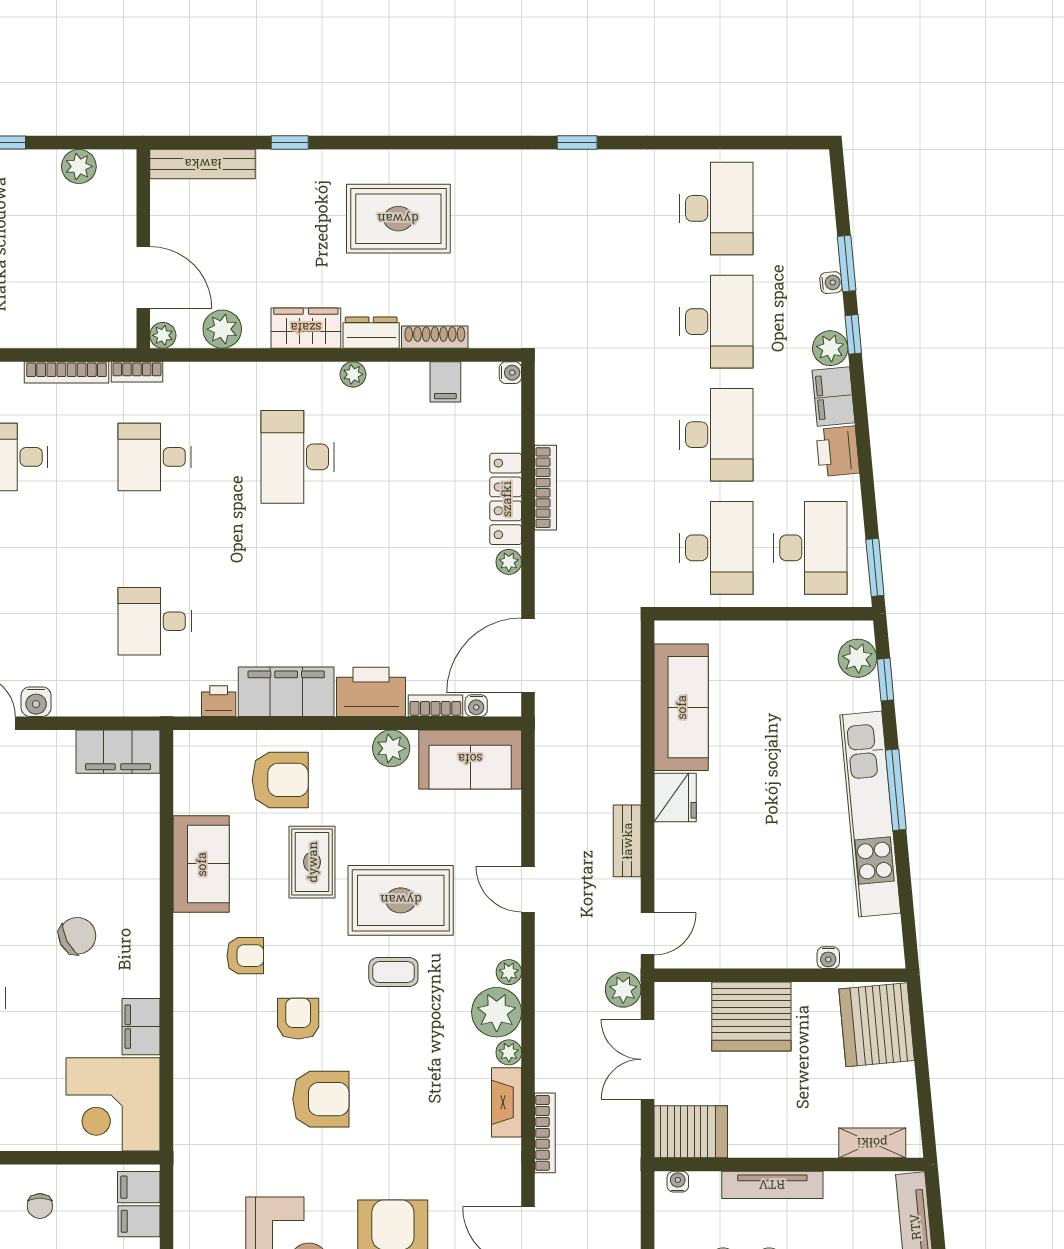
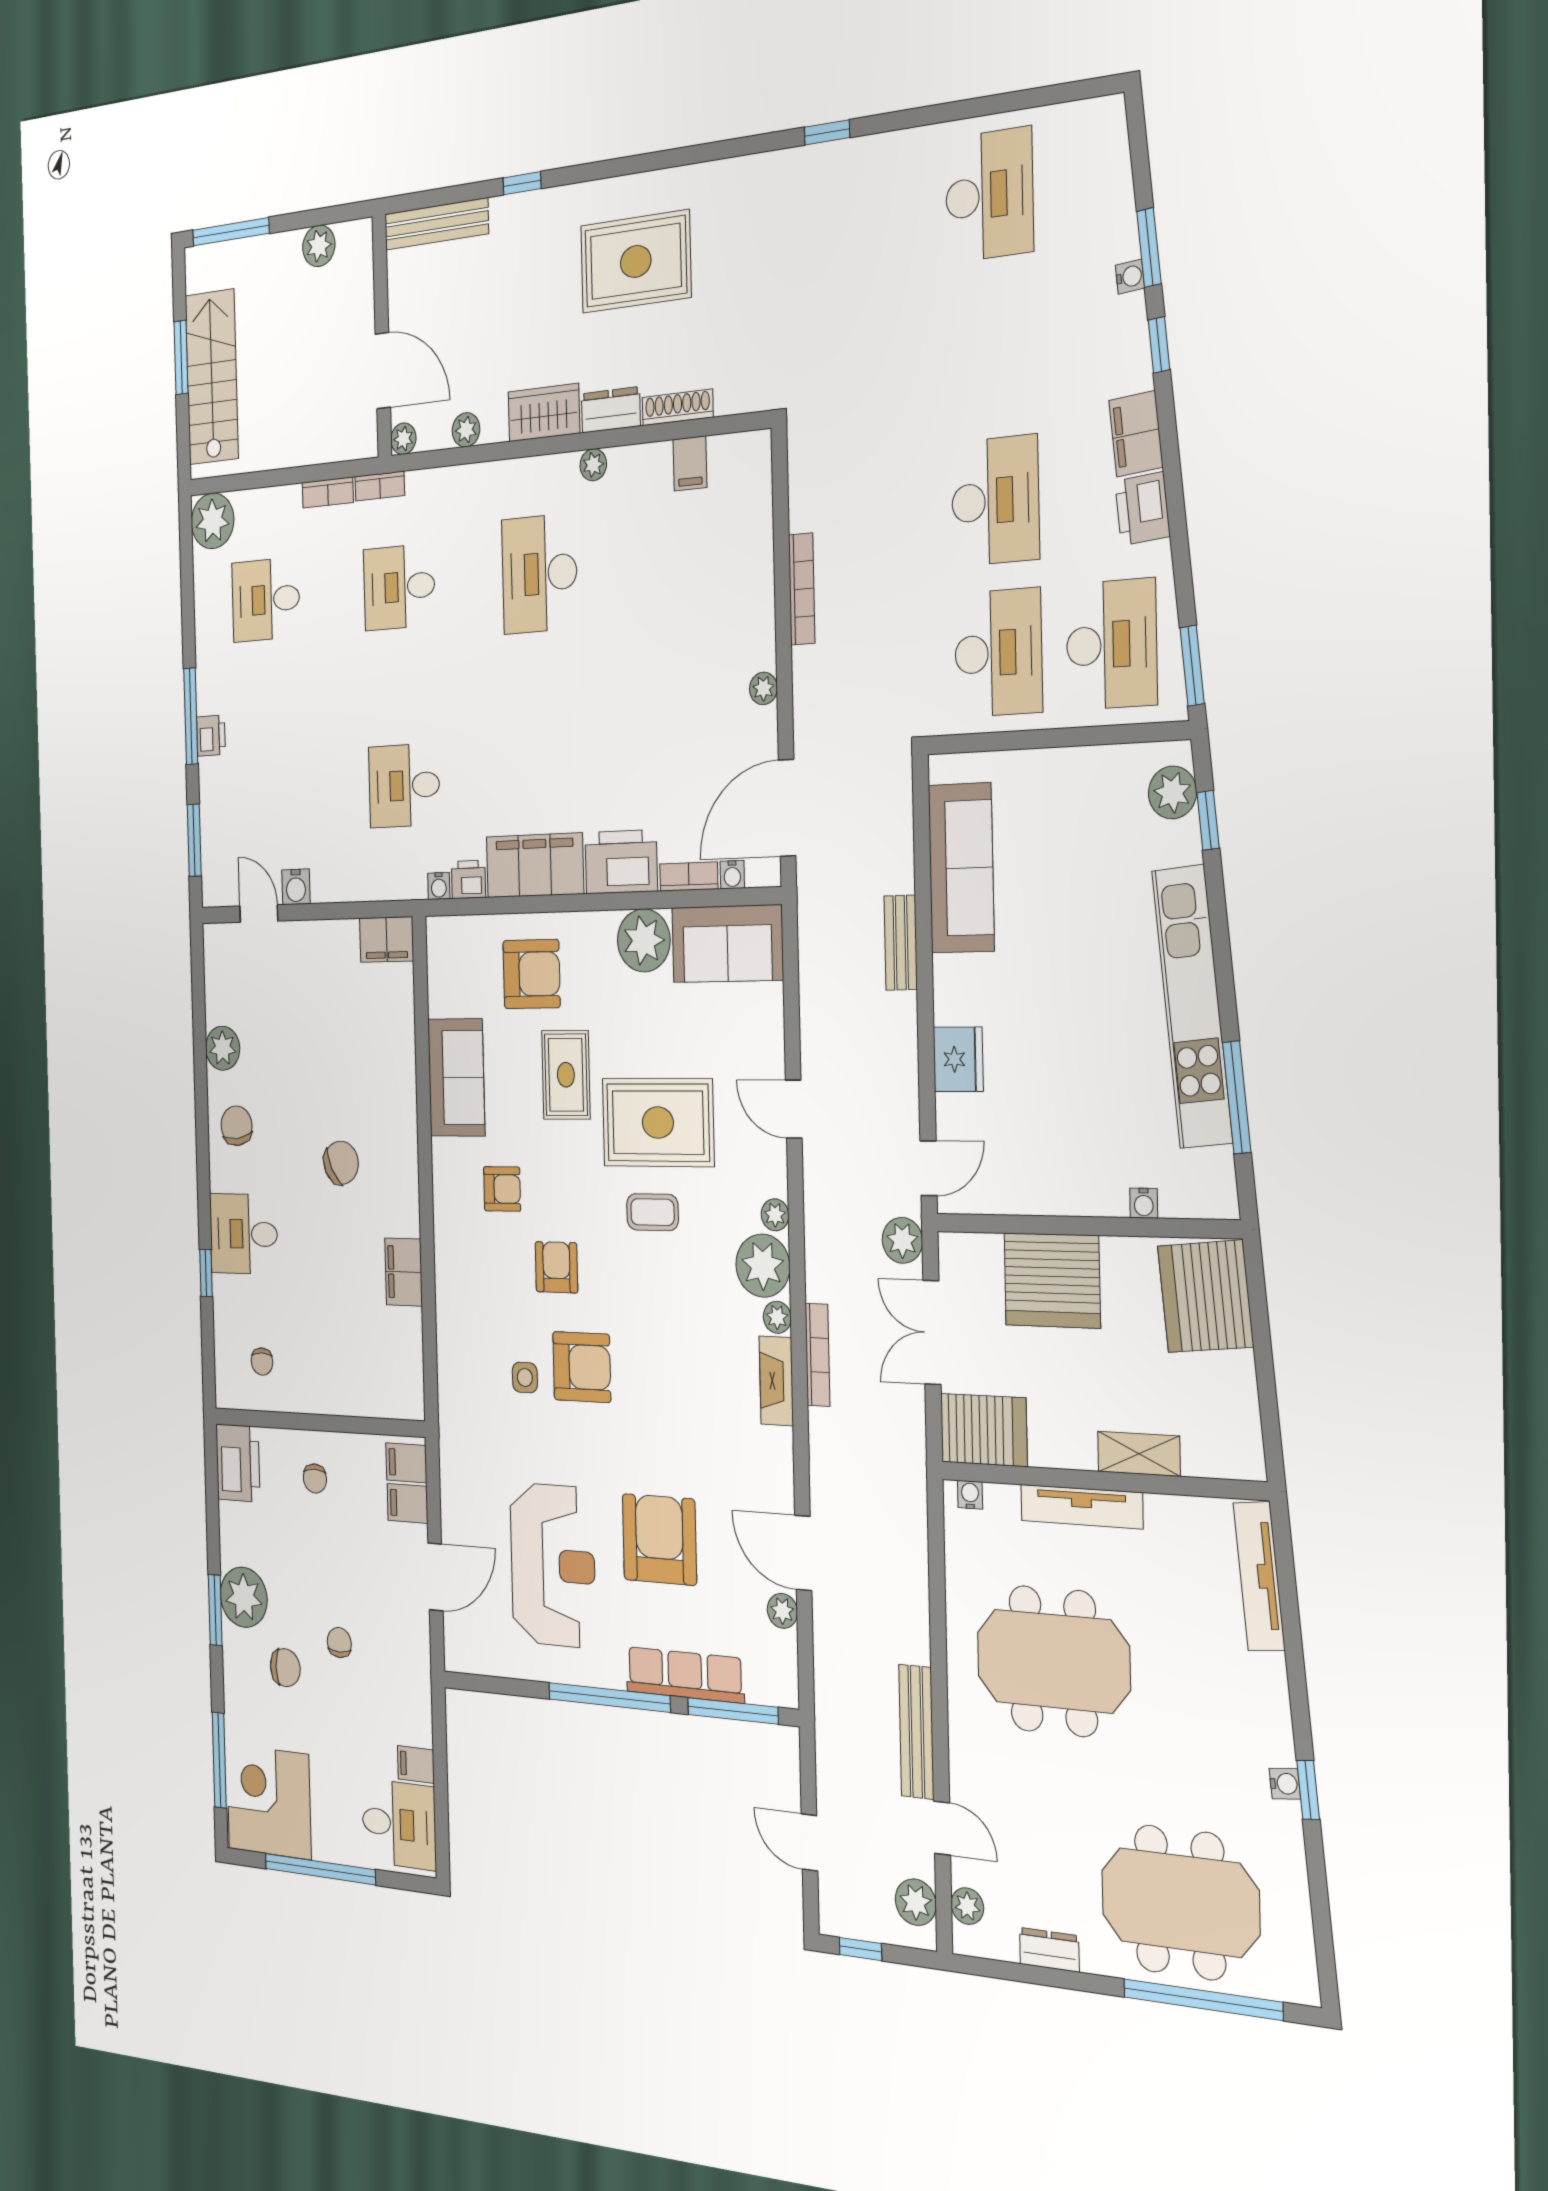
desk: (716, 322) -> (992, 348), removed
plant: (222, 329) -> (466, 430), width x0.73, depth x0.73
plant: (830, 348) -> (1131, 367), removed
bookcase: (66, 372) -> (328, 492), width x0.64
water cooler: (510, 373) -> (439, 886), moved, turned 90
locker: (506, 499) -> (758, 607), removed
plant: (391, 748) -> (644, 940), width x1.36, depth x1.36
filing cabinet: (118, 752) -> (387, 939), width x0.67, depth x0.86
window: (896, 790) -> (1237, 1097), moved
fridge: (675, 798) -> (958, 1059), moved
bench: (627, 841) -> (901, 943), moved
corner desk: (113, 1104) -> (380, 1363), removed
side table: (264, 1110) -> (525, 1378), added
bookcase: (545, 1133) -> (817, 1355), moved
shelving: (872, 1143) -> (1139, 1454), moved

